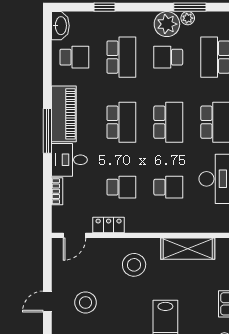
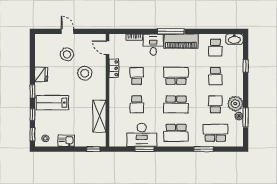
school desk: (121, 57) -> (215, 76), width x0.54
school desk: (121, 122) -> (176, 76), turned 180
school desk: (121, 187) -> (137, 76), turned 180
stool: (134, 265) -> (85, 73), moved

